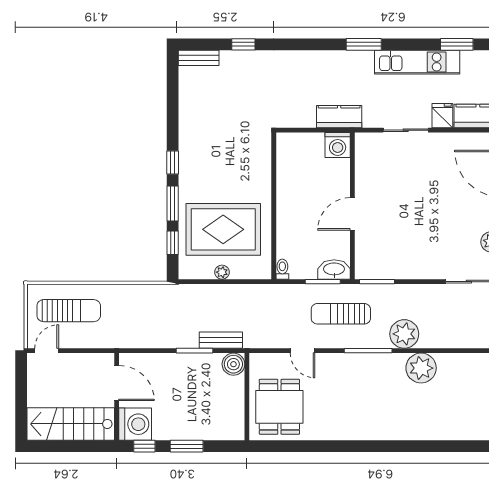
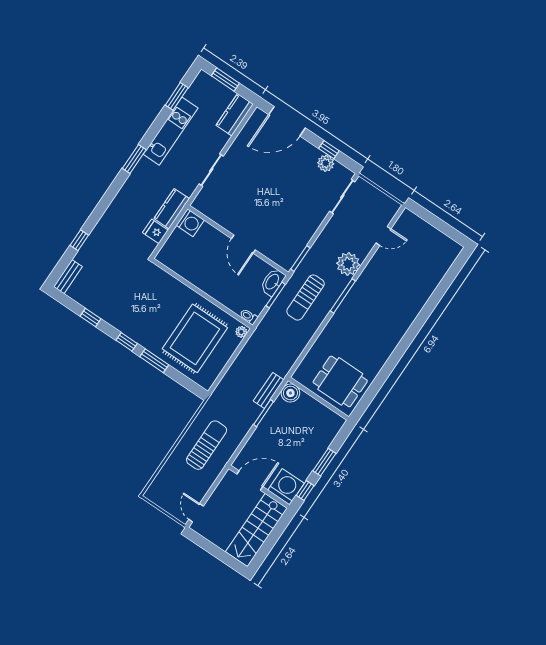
fridge: (442, 116) -> (155, 231), moved
window: (173, 243) -> (90, 317), moved
plant: (222, 272) -> (241, 332), moved
sun lounger: (69, 311) -> (207, 445), moved
door: (303, 351) -> (384, 236), moved
plant: (421, 368) -> (379, 268), removed

